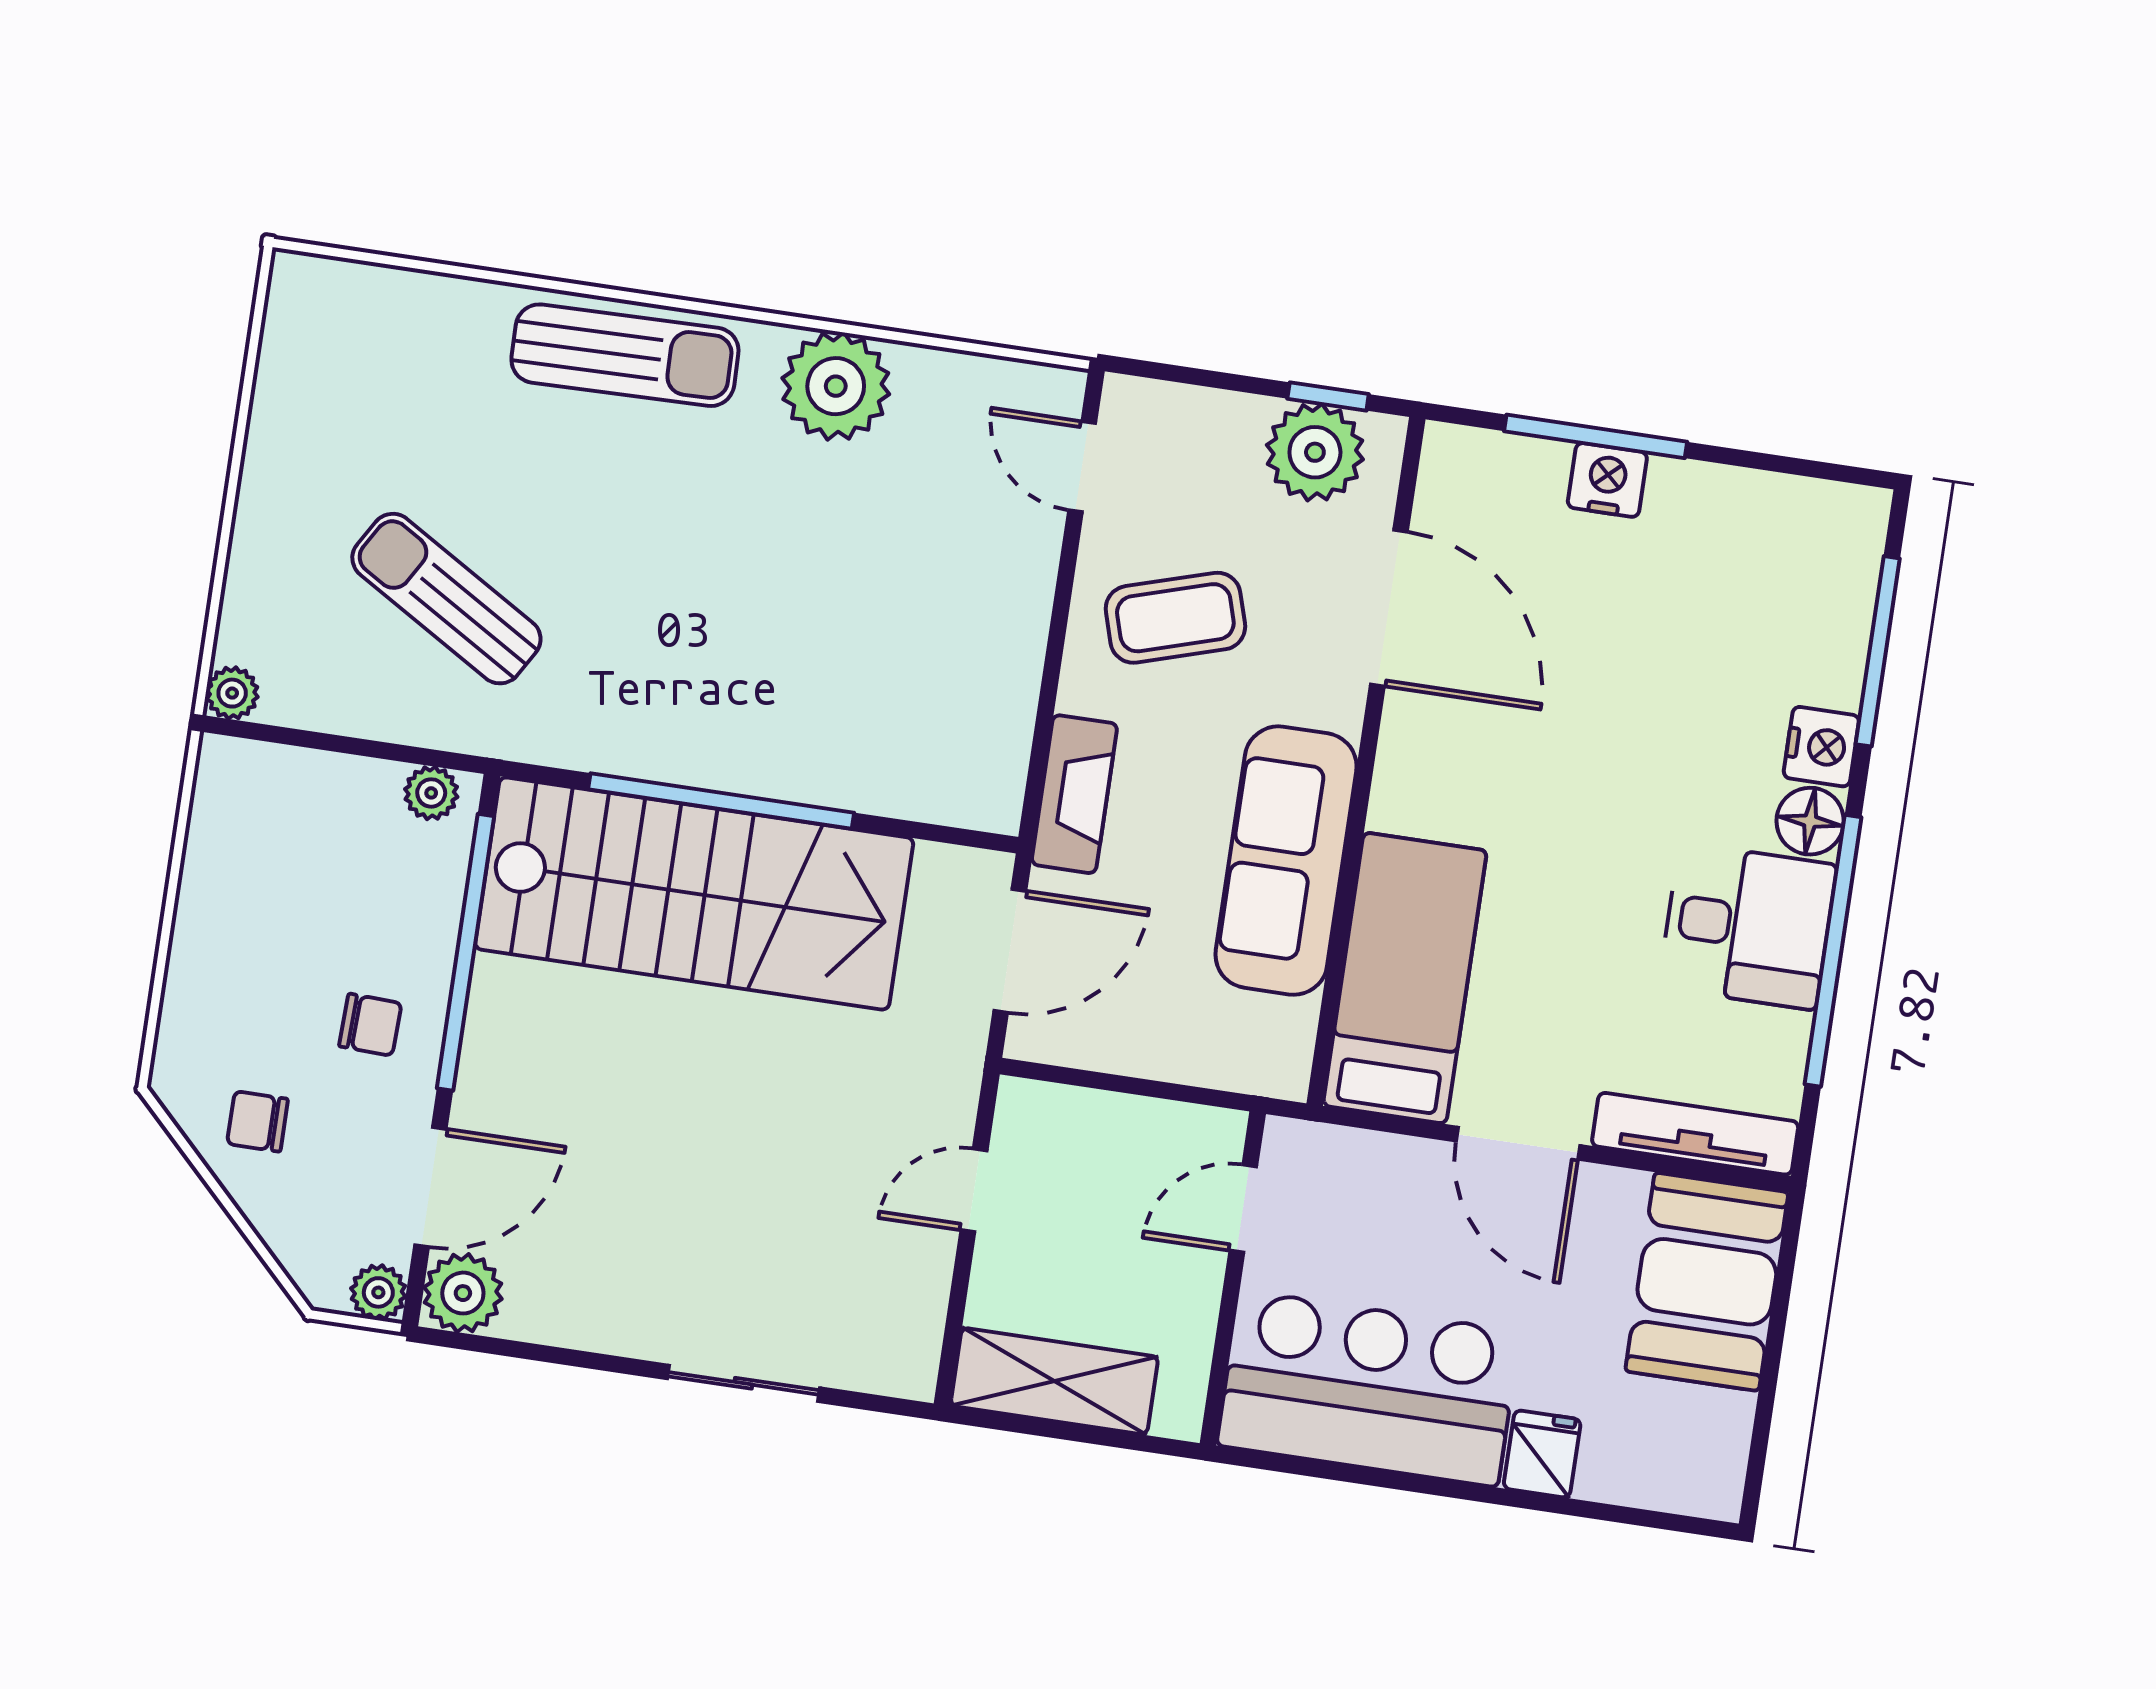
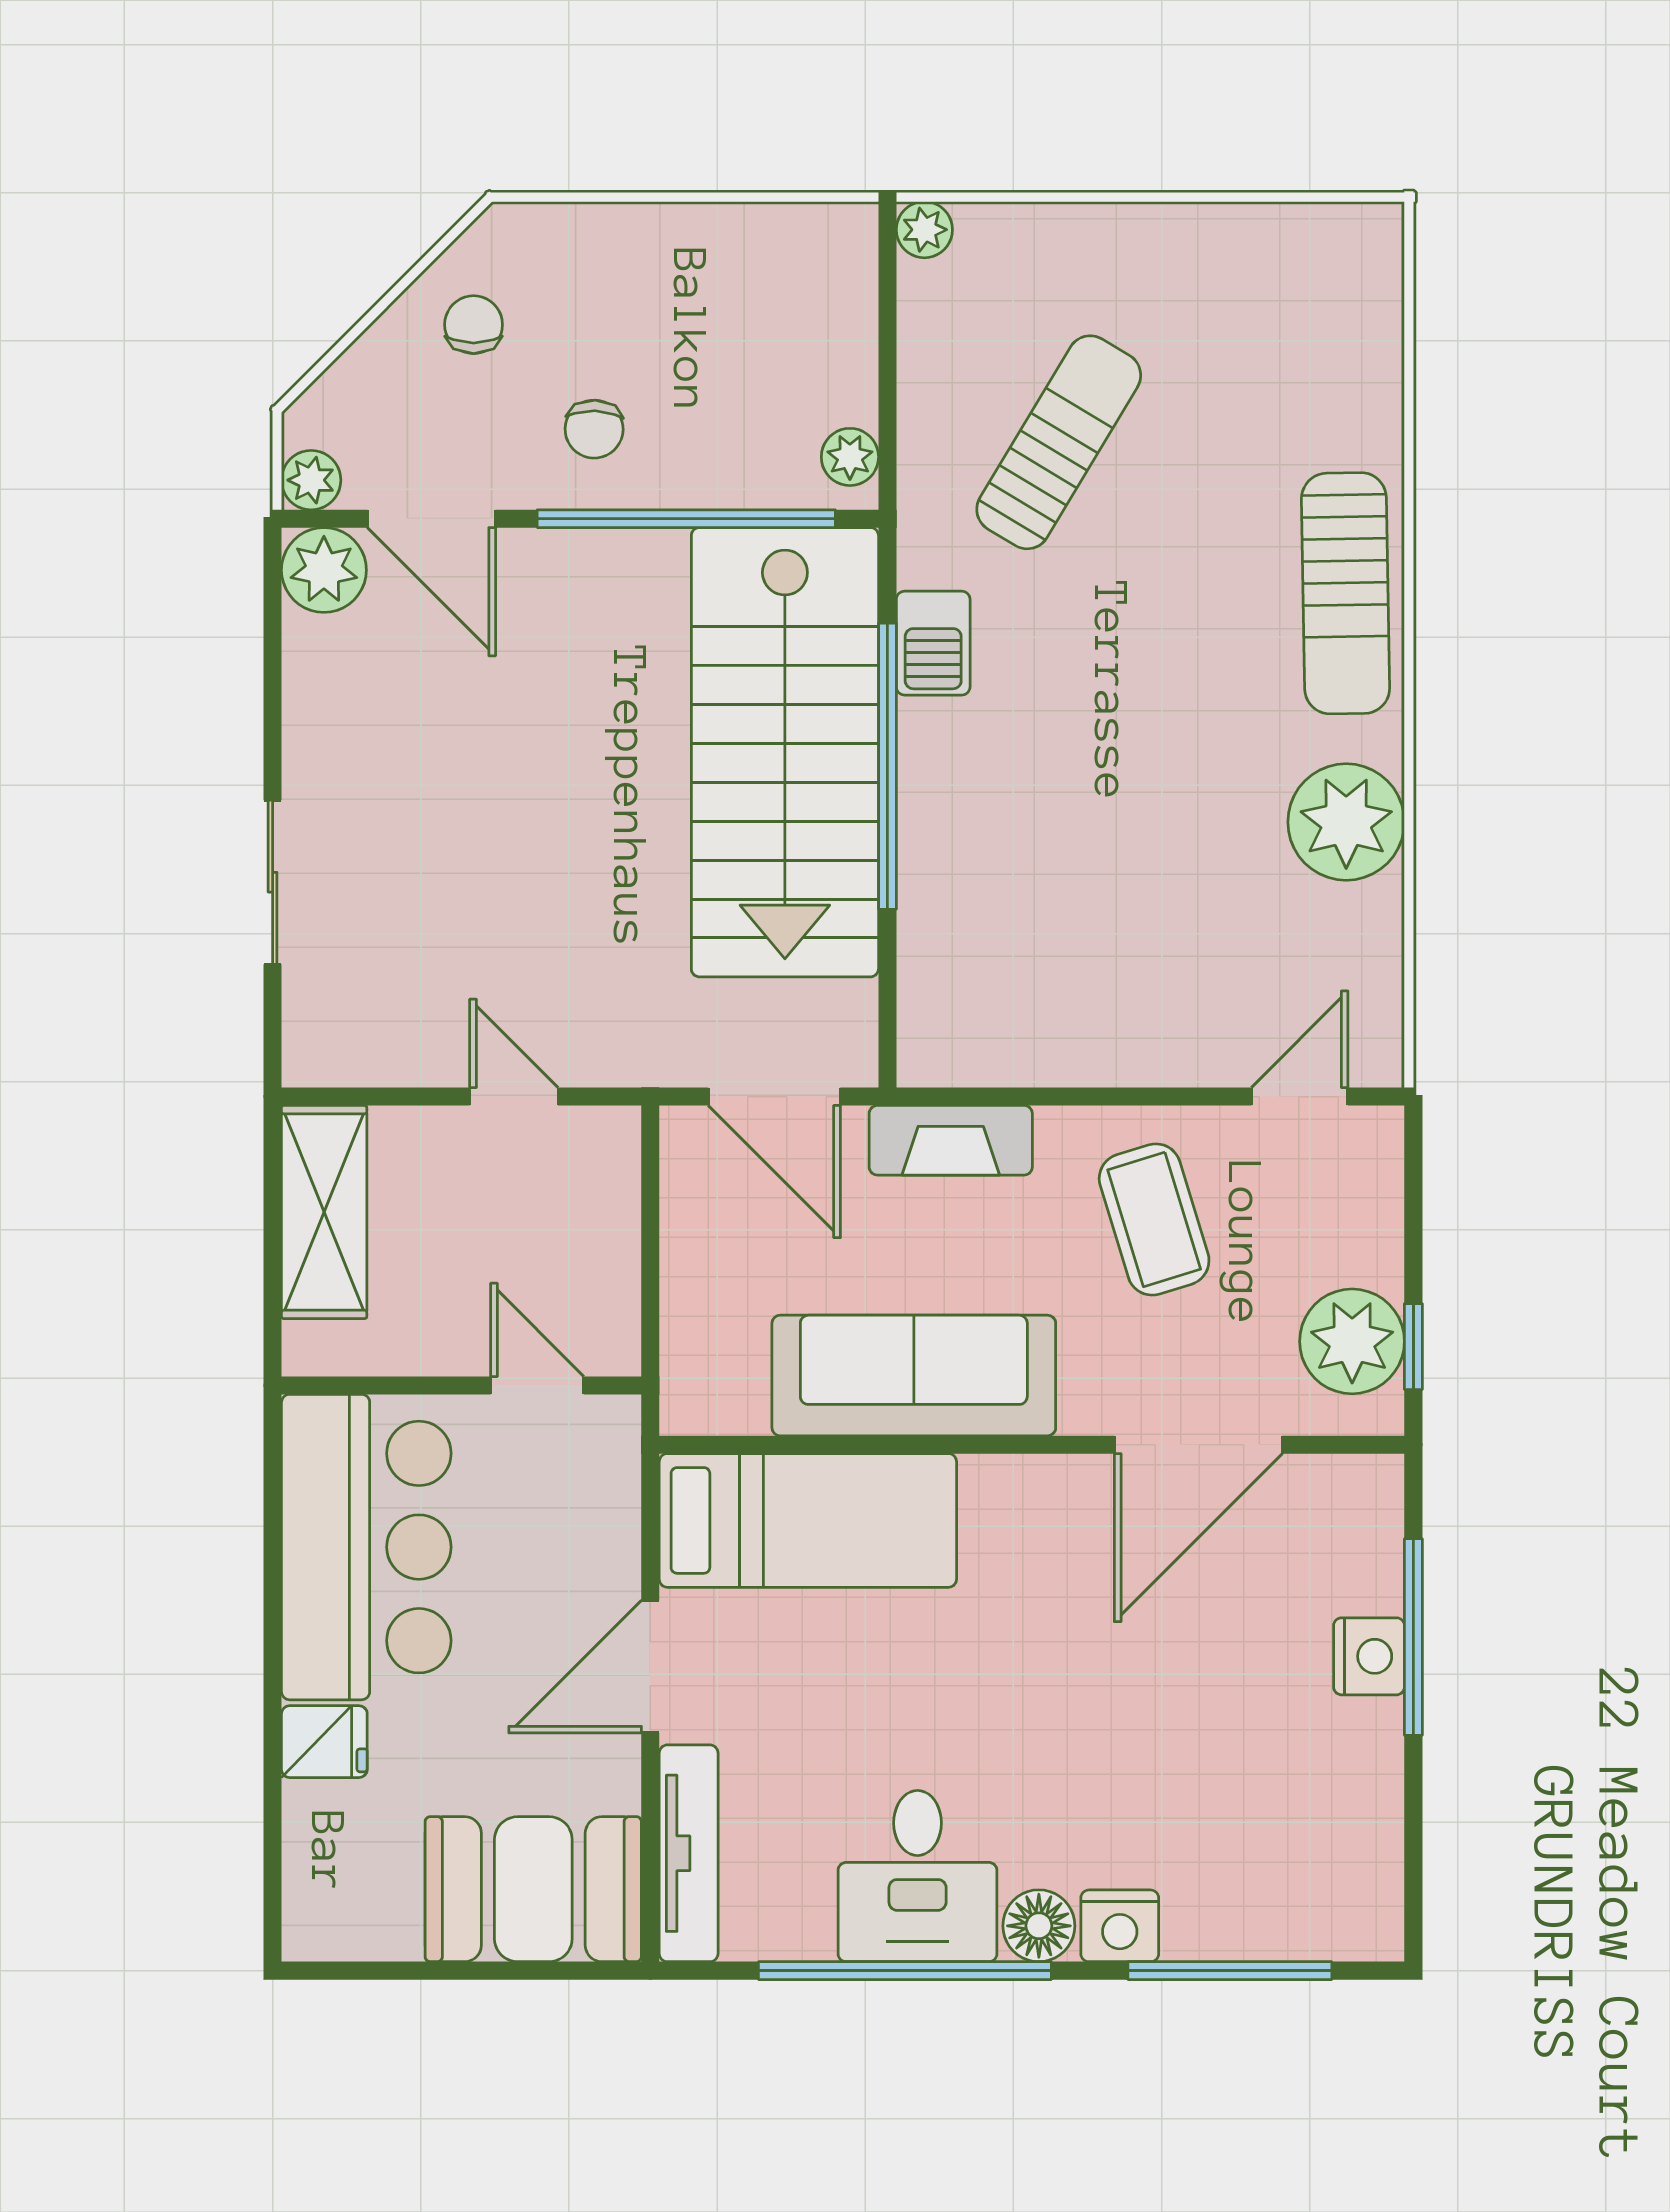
barbecue: (614, 742) -> (933, 643), added

